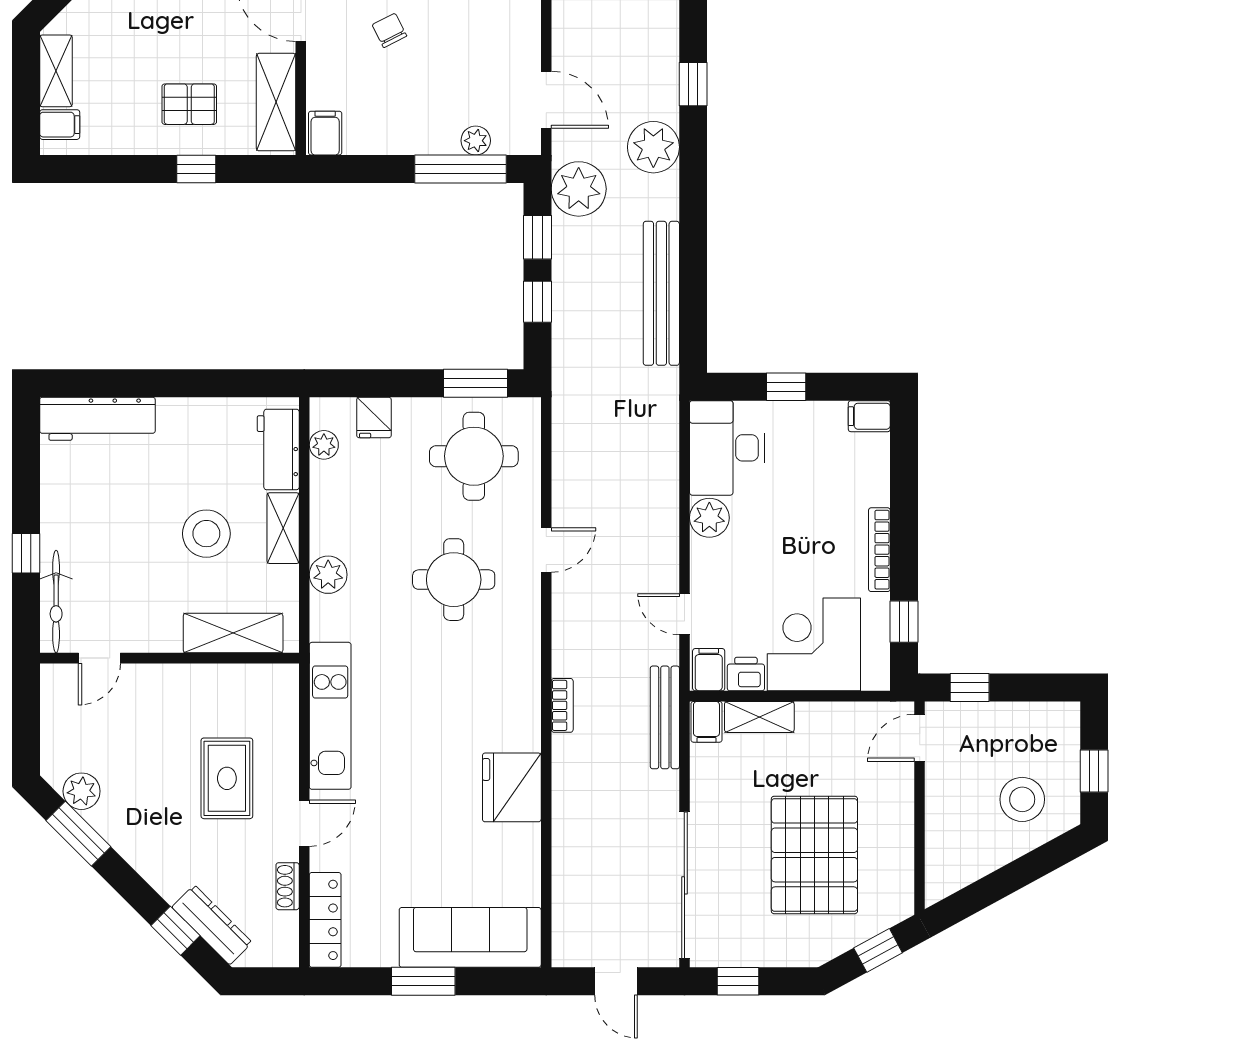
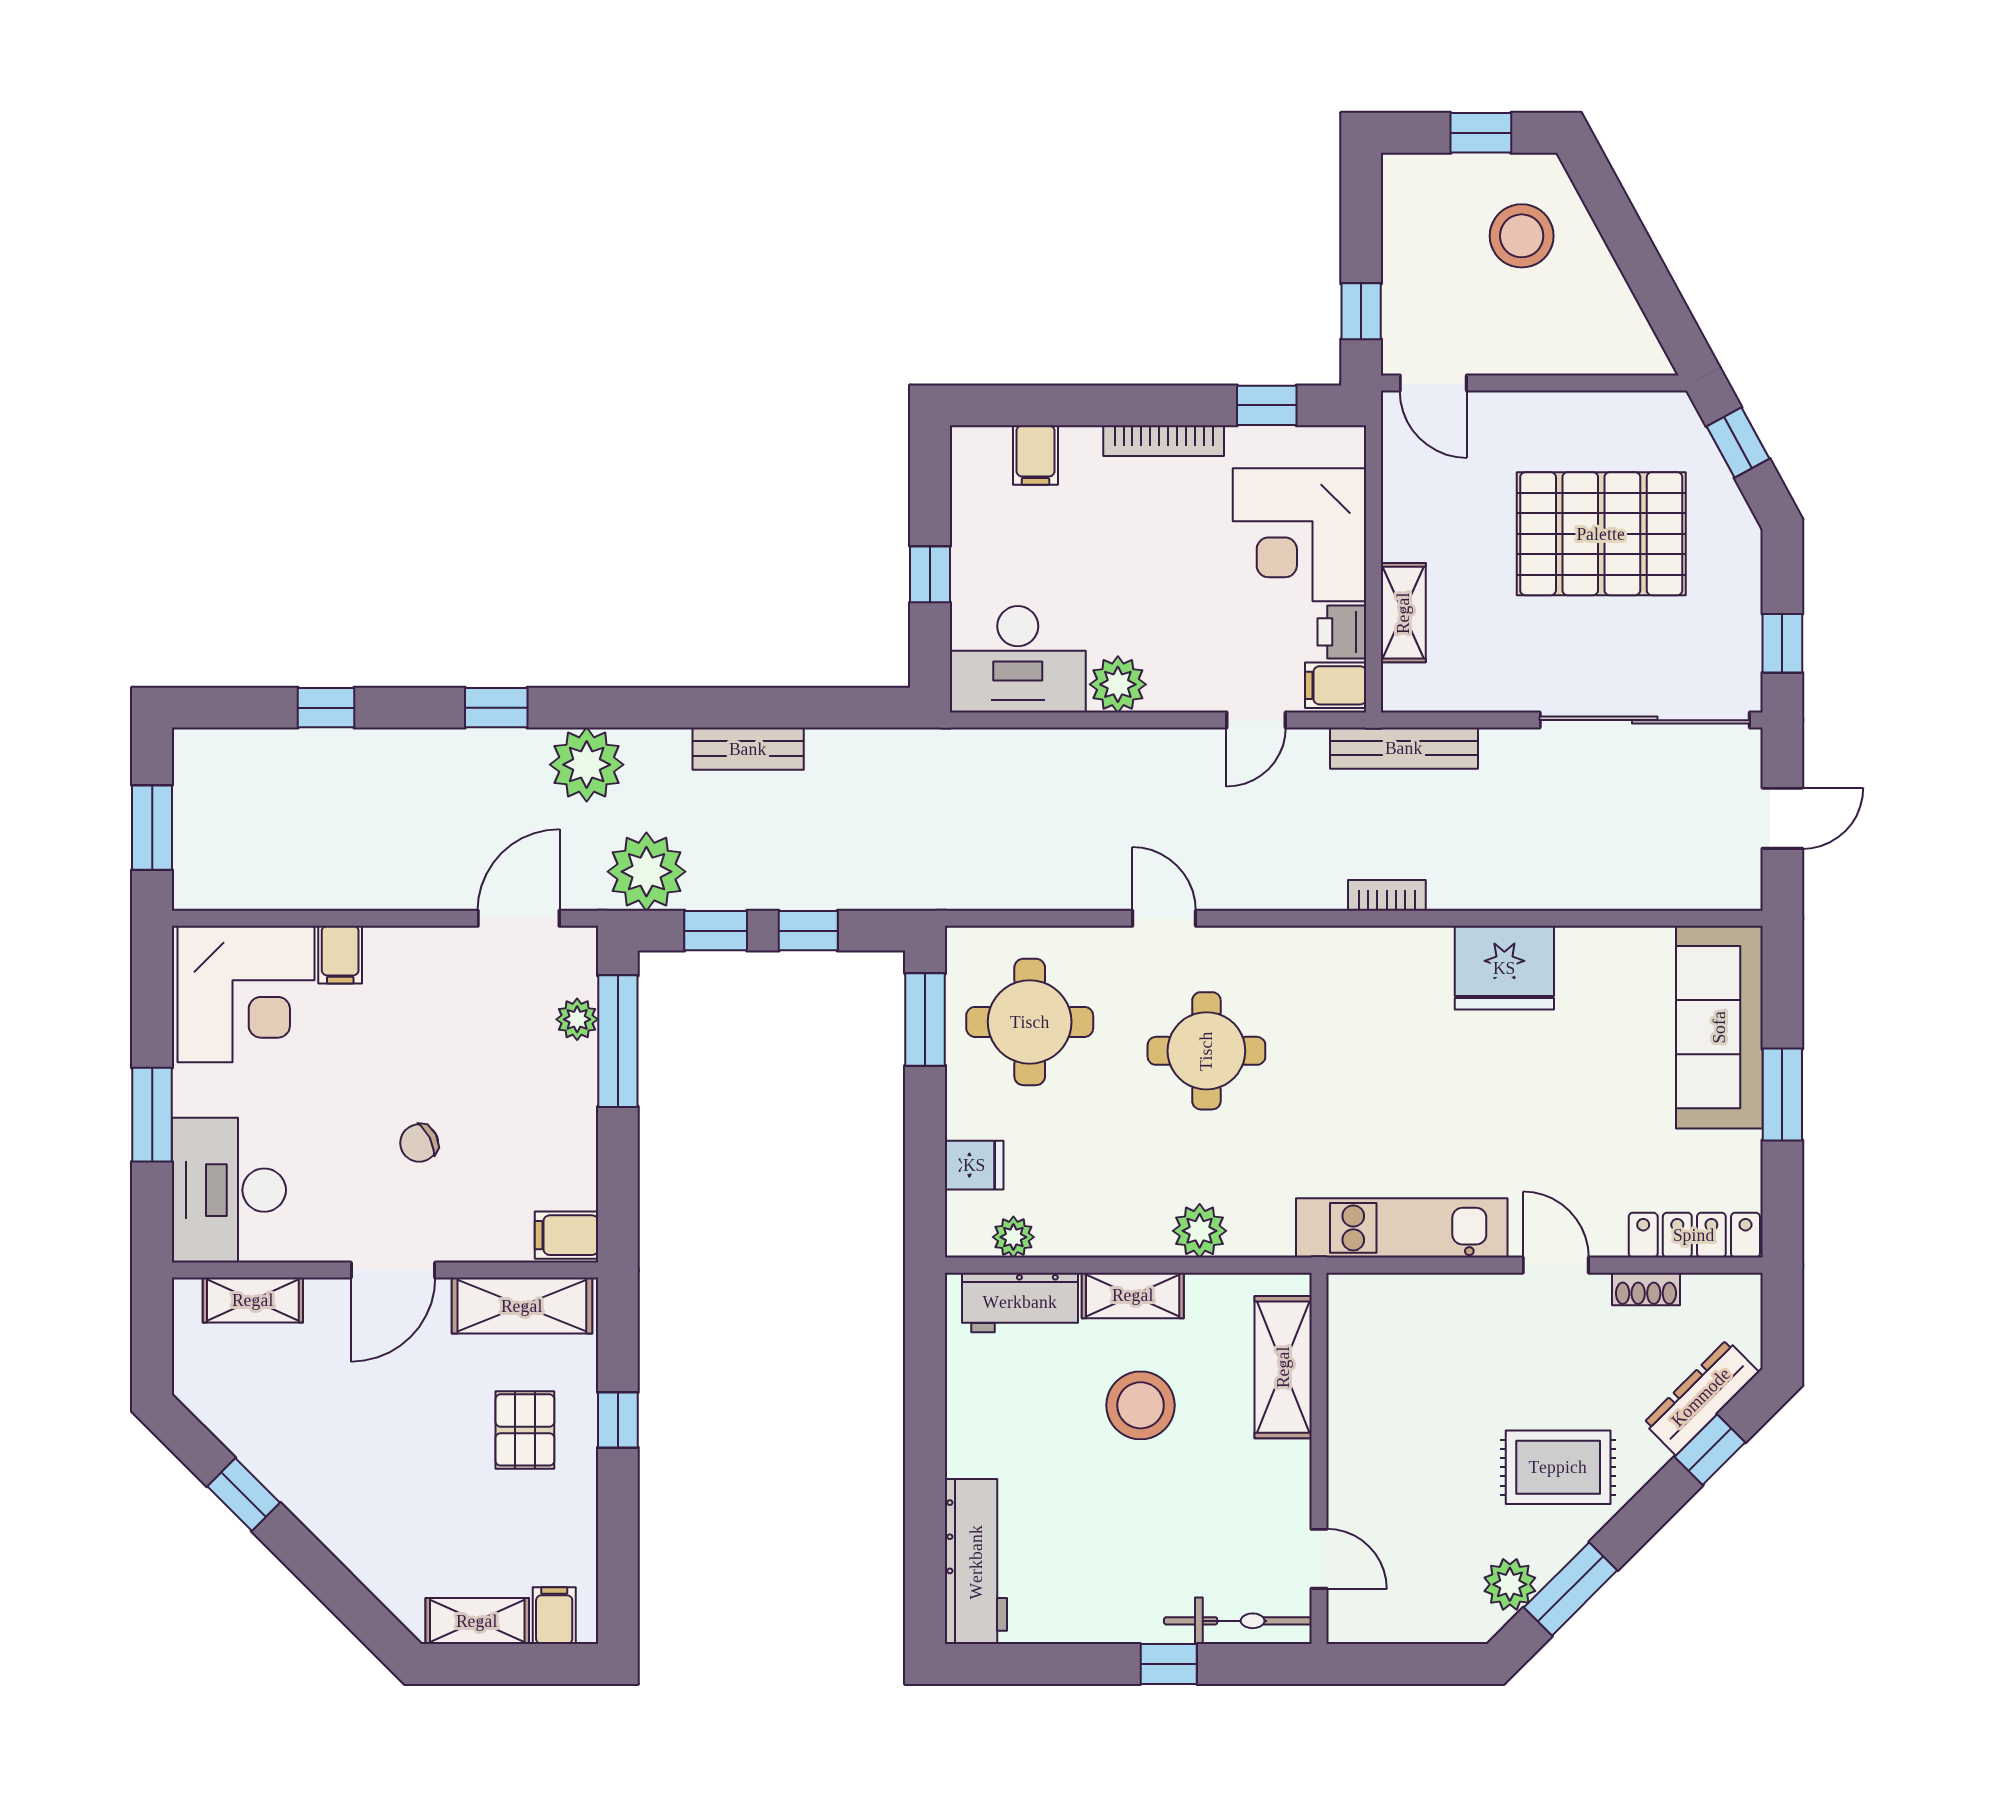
bench: (661, 293) -> (748, 749), width x0.54, depth x0.82
filing cabinet: (869, 416) -> (1035, 455), moved
filing cabinet: (706, 722) -> (1410, 688), removed
rug: (227, 778) -> (1558, 1467), moved

